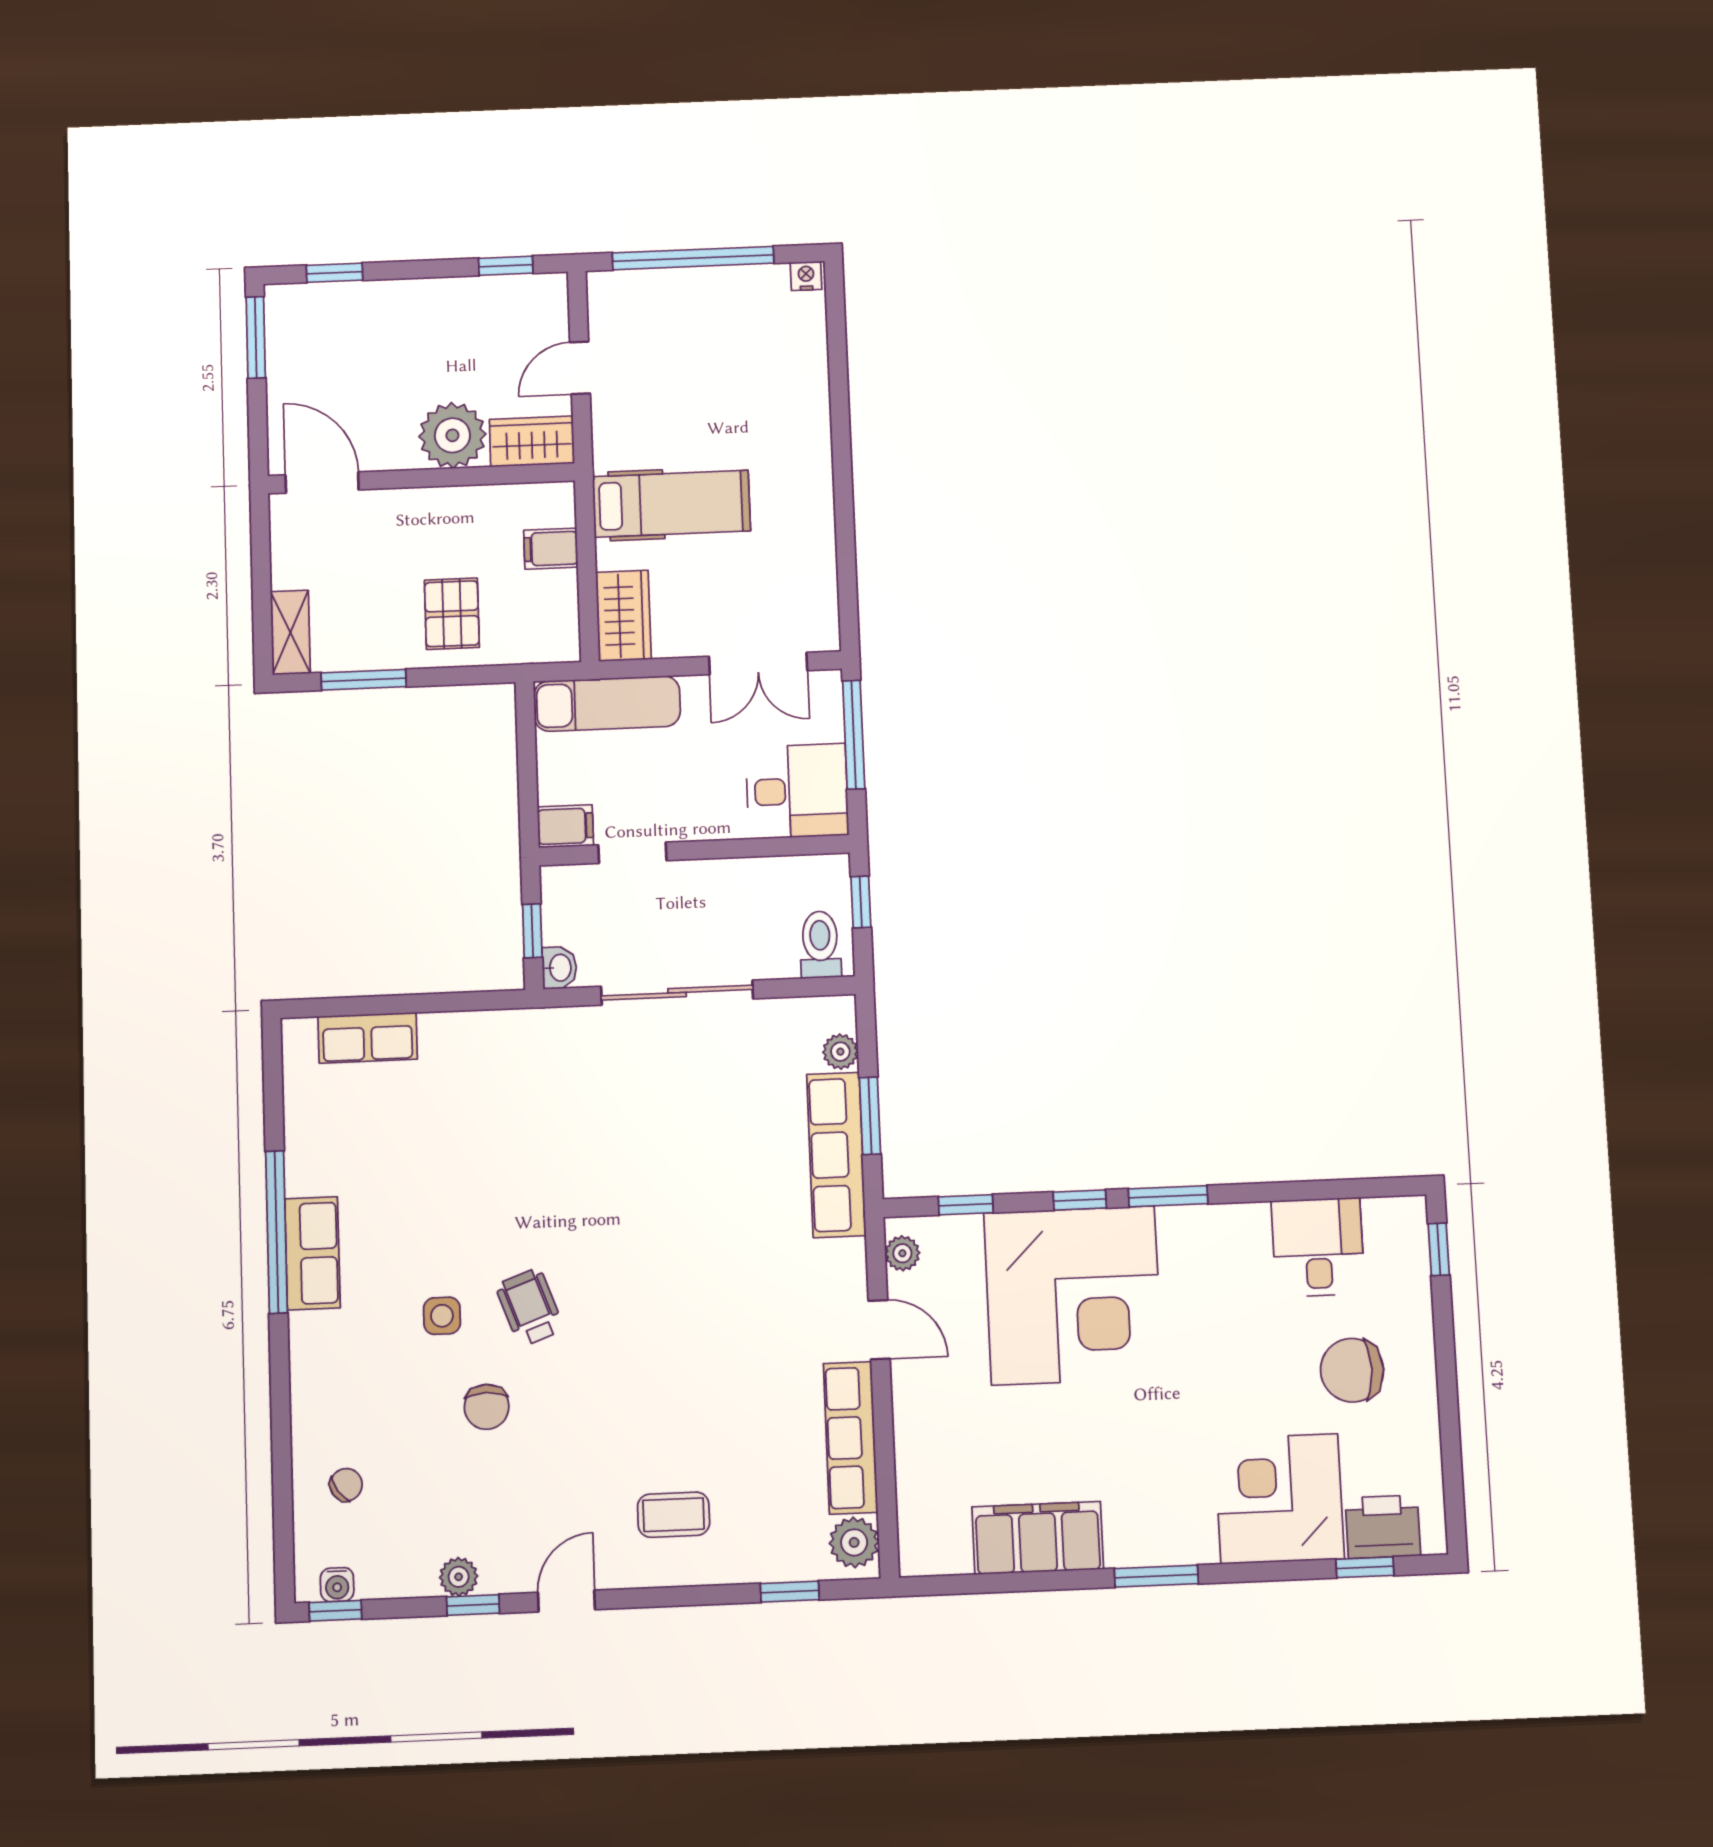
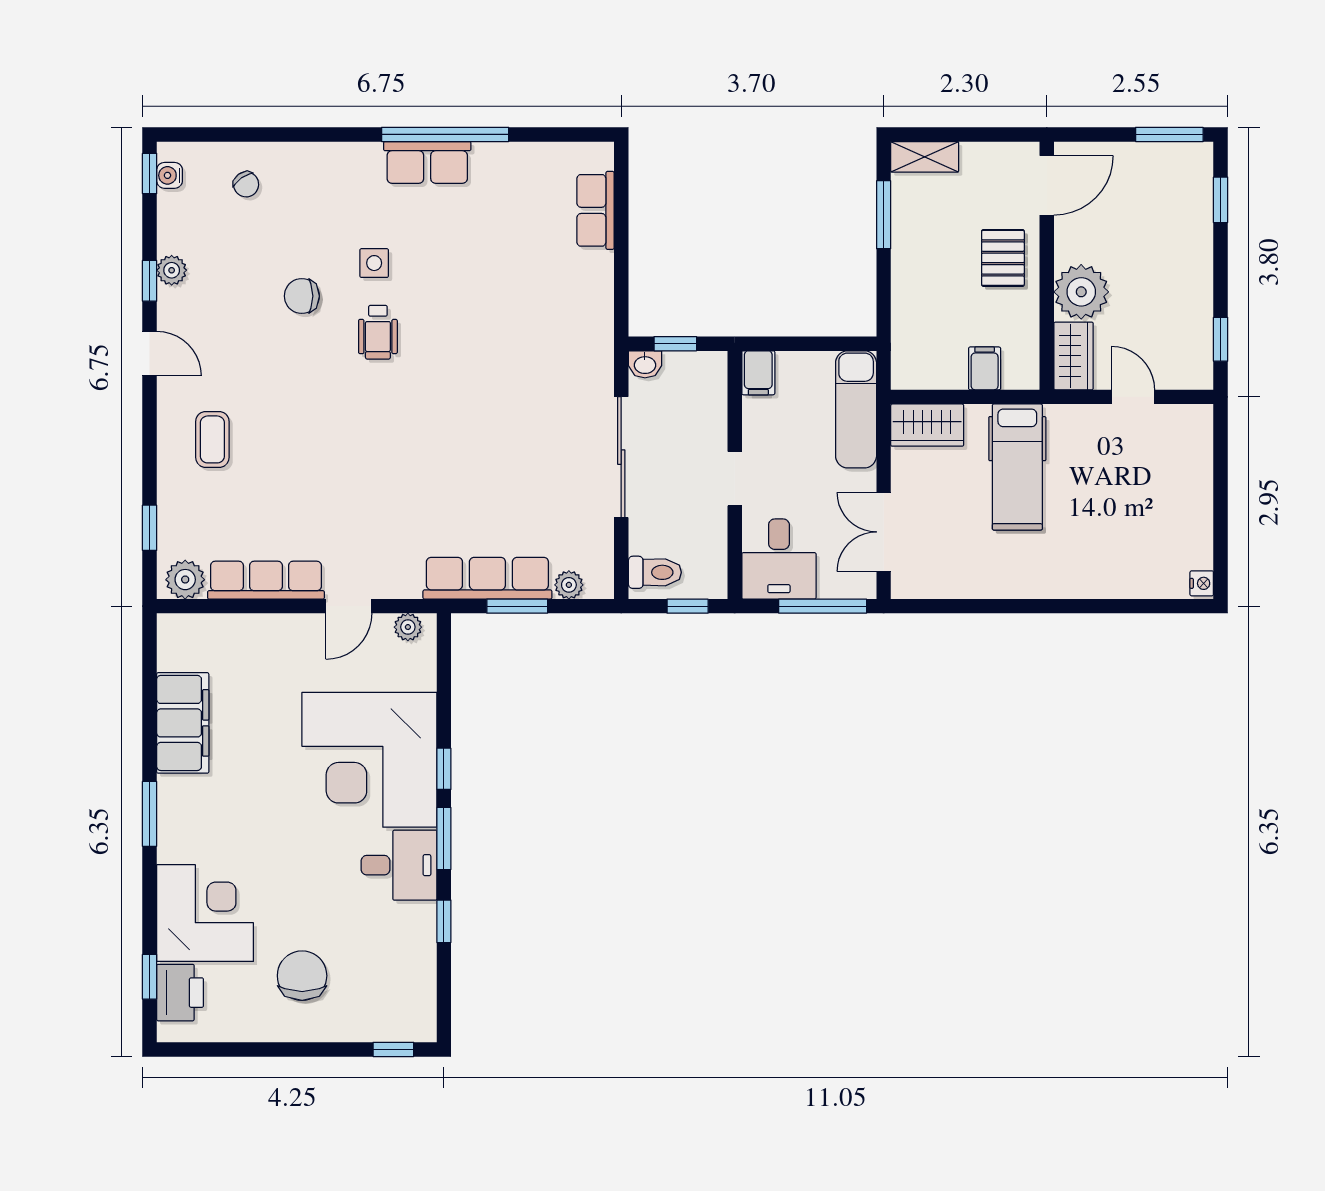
window: (693, 258) -> (1221, 492), removed
pallet: (452, 614) -> (1003, 258), moved, turned 90
doorway: (632, 853) -> (735, 479), moved
window: (966, 1205) -> (444, 921), moved
desk: (1318, 1247) -> (399, 865), moved
wheelchair: (530, 1307) -> (378, 332), turned 110

